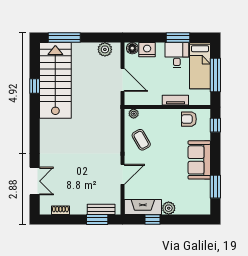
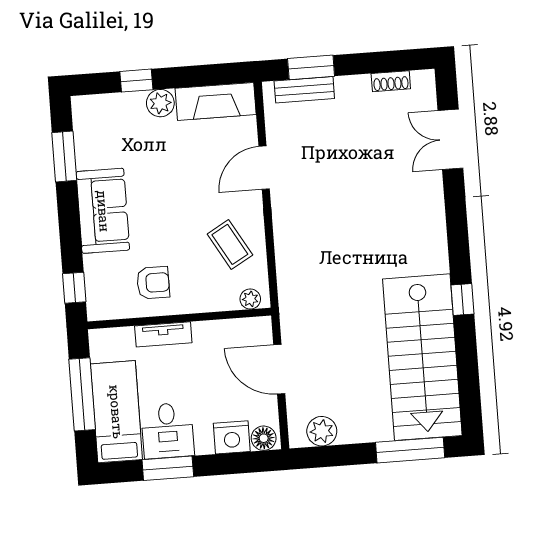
window: (35, 86) -> (462, 300), moved
armchair: (189, 119) -> (153, 283), moved
window: (152, 220) -> (136, 81), moved

